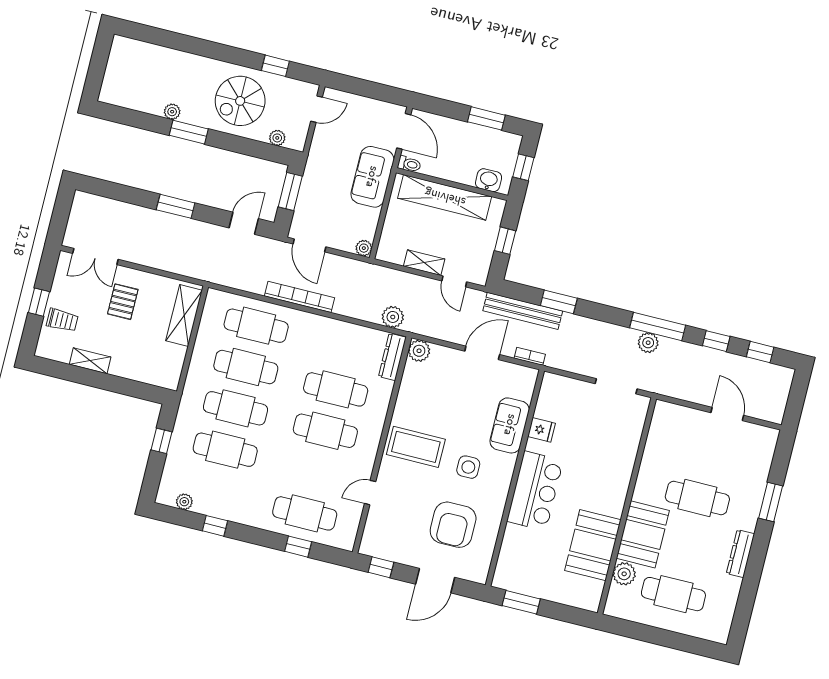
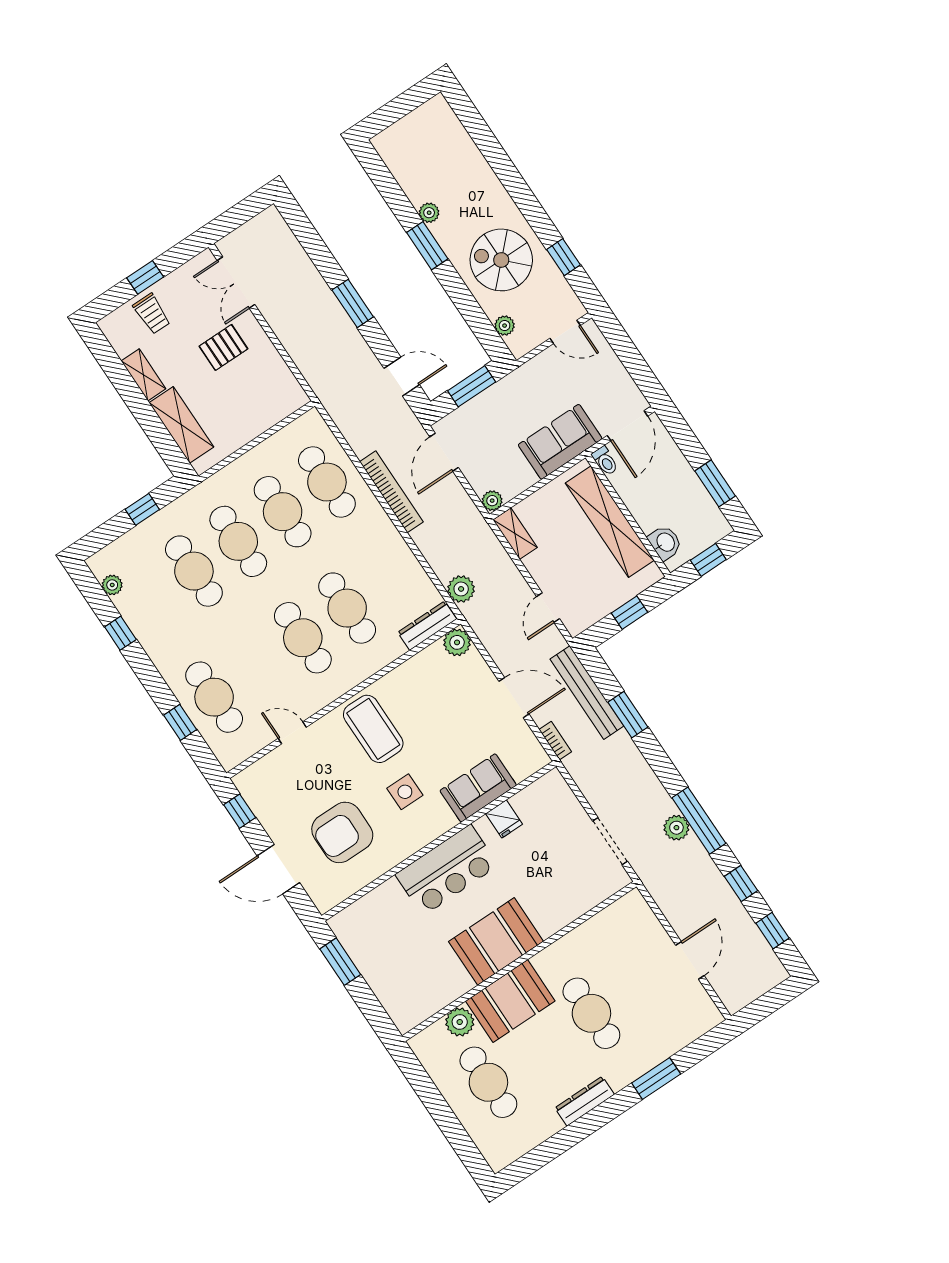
shelving: (424, 263) -> (515, 534), moved
shelving: (184, 316) -> (181, 425), moved, turned 90
booth: (593, 545) -> (496, 941), moved

